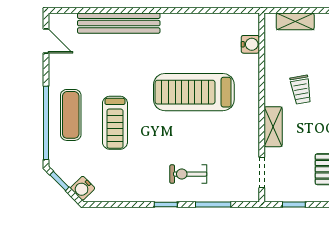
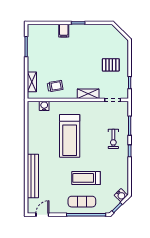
trolley: (301, 90) -> (55, 86), moved
treadmill: (115, 123) -> (86, 178), turned 180

